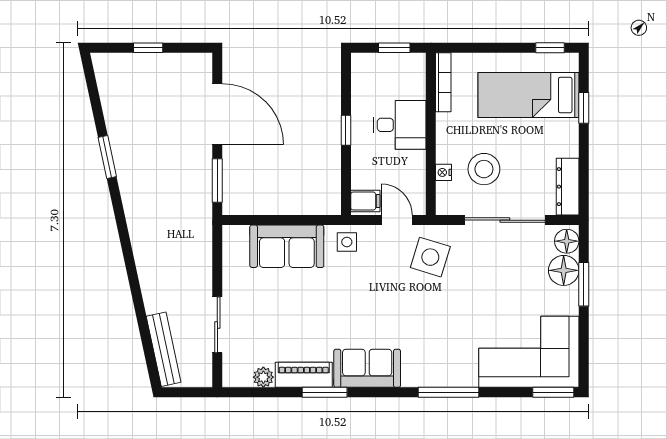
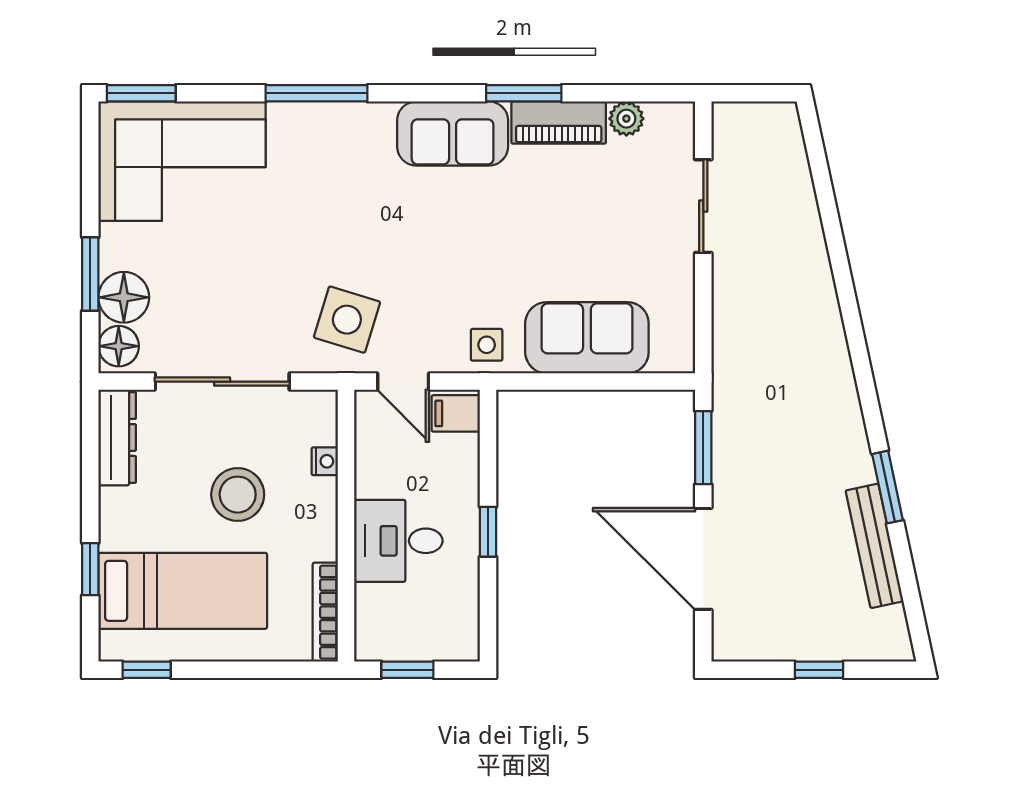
stool: (484, 169) -> (238, 495), moved
bench: (164, 349) -> (874, 546), moved

